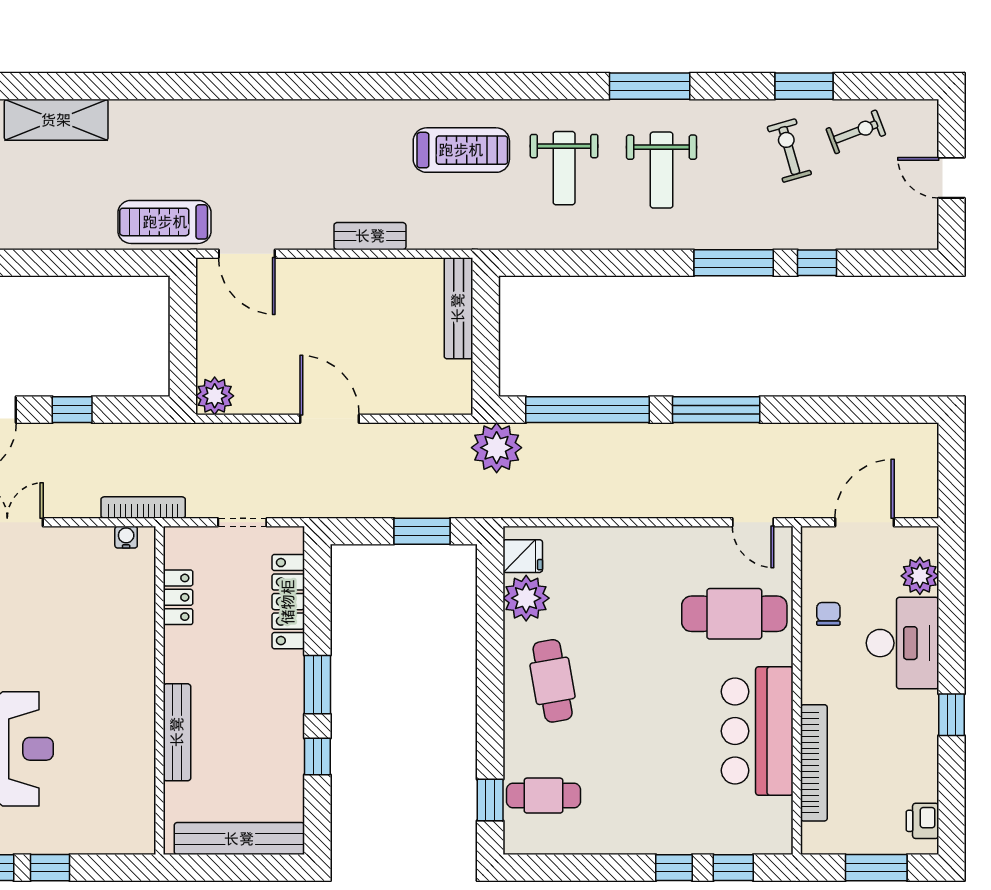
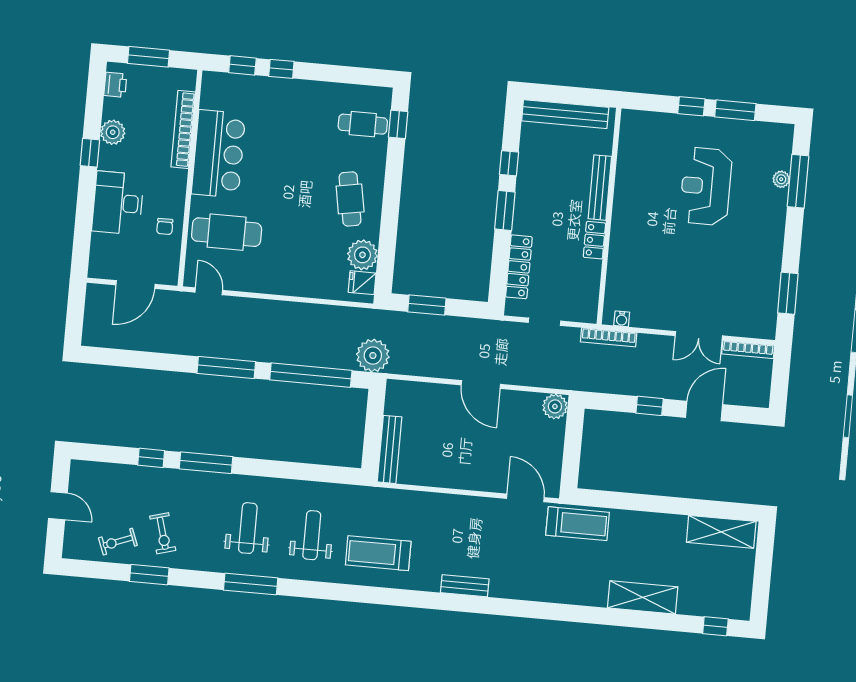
bench: (370, 236) -> (465, 586), moved
plant: (920, 576) -> (113, 132), moved
locker: (178, 597) -> (594, 240), moved

